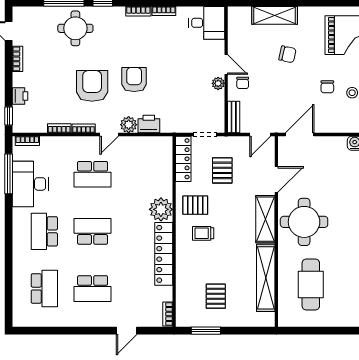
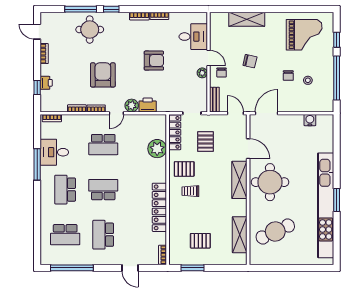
desk: (207, 23) -> (193, 37), moved
chair: (287, 54) -> (250, 61), moved
armchair: (134, 80) -> (154, 61), moved, turned 90
window: (9, 116) -> (37, 88), moved
door: (260, 134) -> (235, 113), swing flipped
window: (9, 174) -> (37, 164), moved
door: (276, 179) -> (248, 149), hinge flipped
desk: (30, 184) -> (54, 152), width x0.73
plant: (161, 209) -> (157, 149), moved
shelving: (266, 278) -> (240, 235), width x0.68
cafe table: (311, 285) -> (275, 232), turned 65
school desk: (44, 289) -> (65, 235), turned 90
school desk: (93, 289) -> (103, 235), turned 90
pallet: (216, 296) -> (200, 241), turned 90
window: (53, 331) -> (72, 268), added
door: (127, 331) -> (130, 268), hinge flipped

